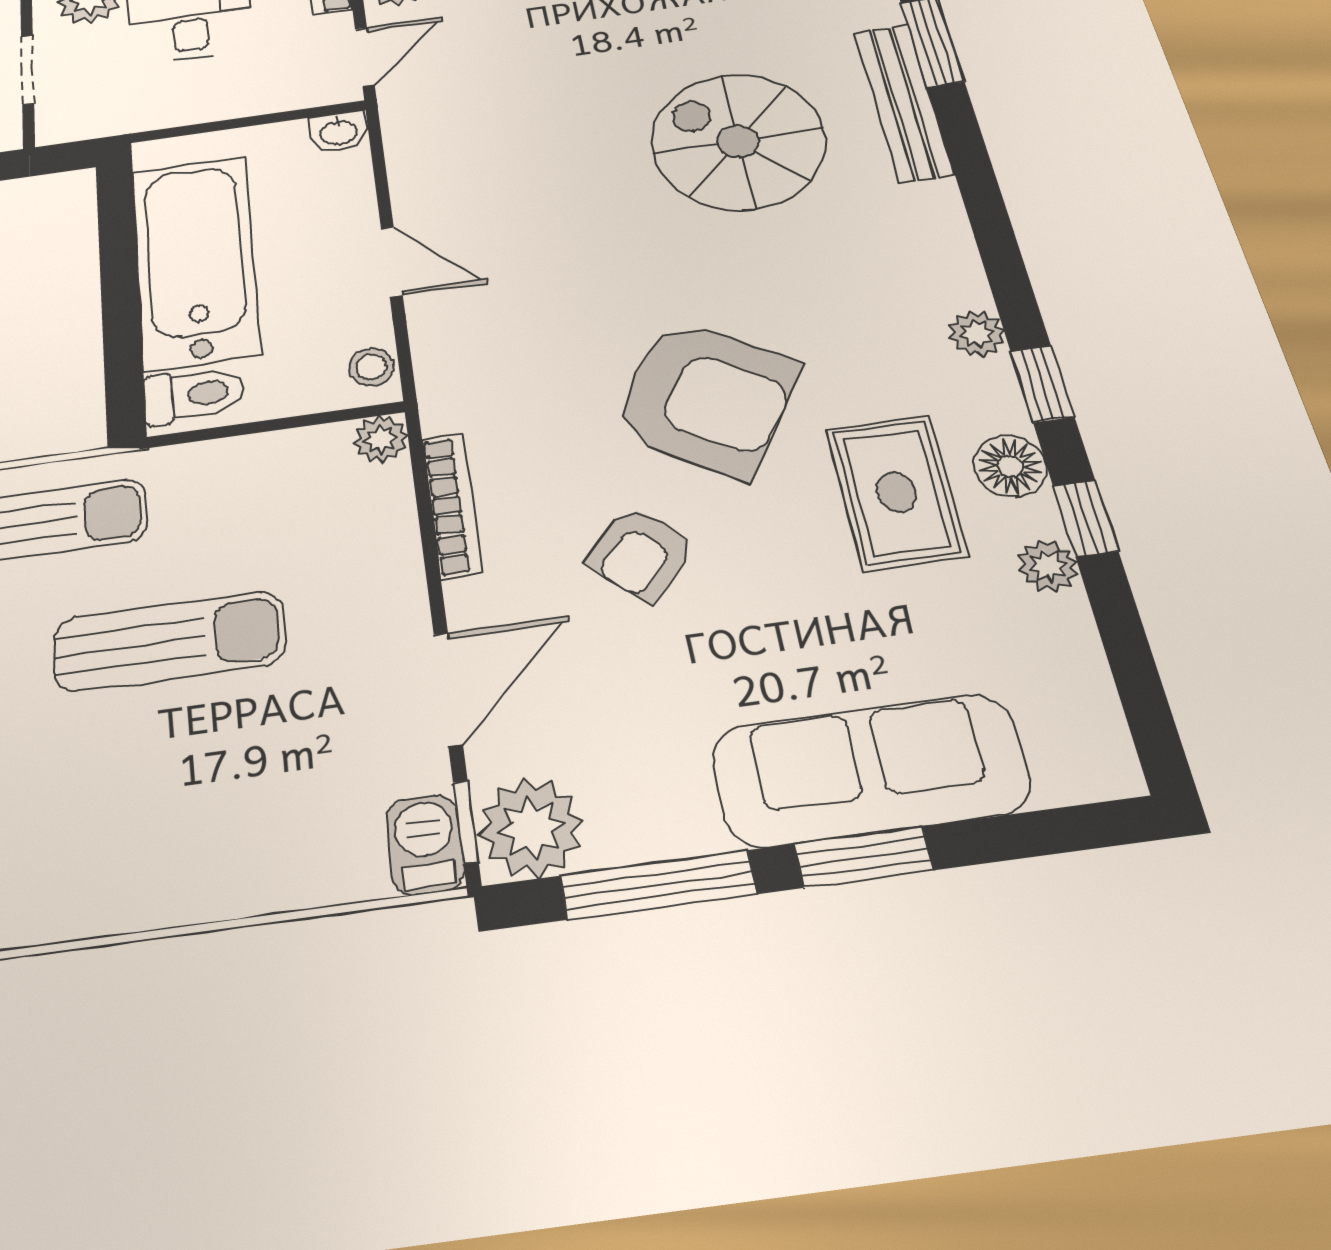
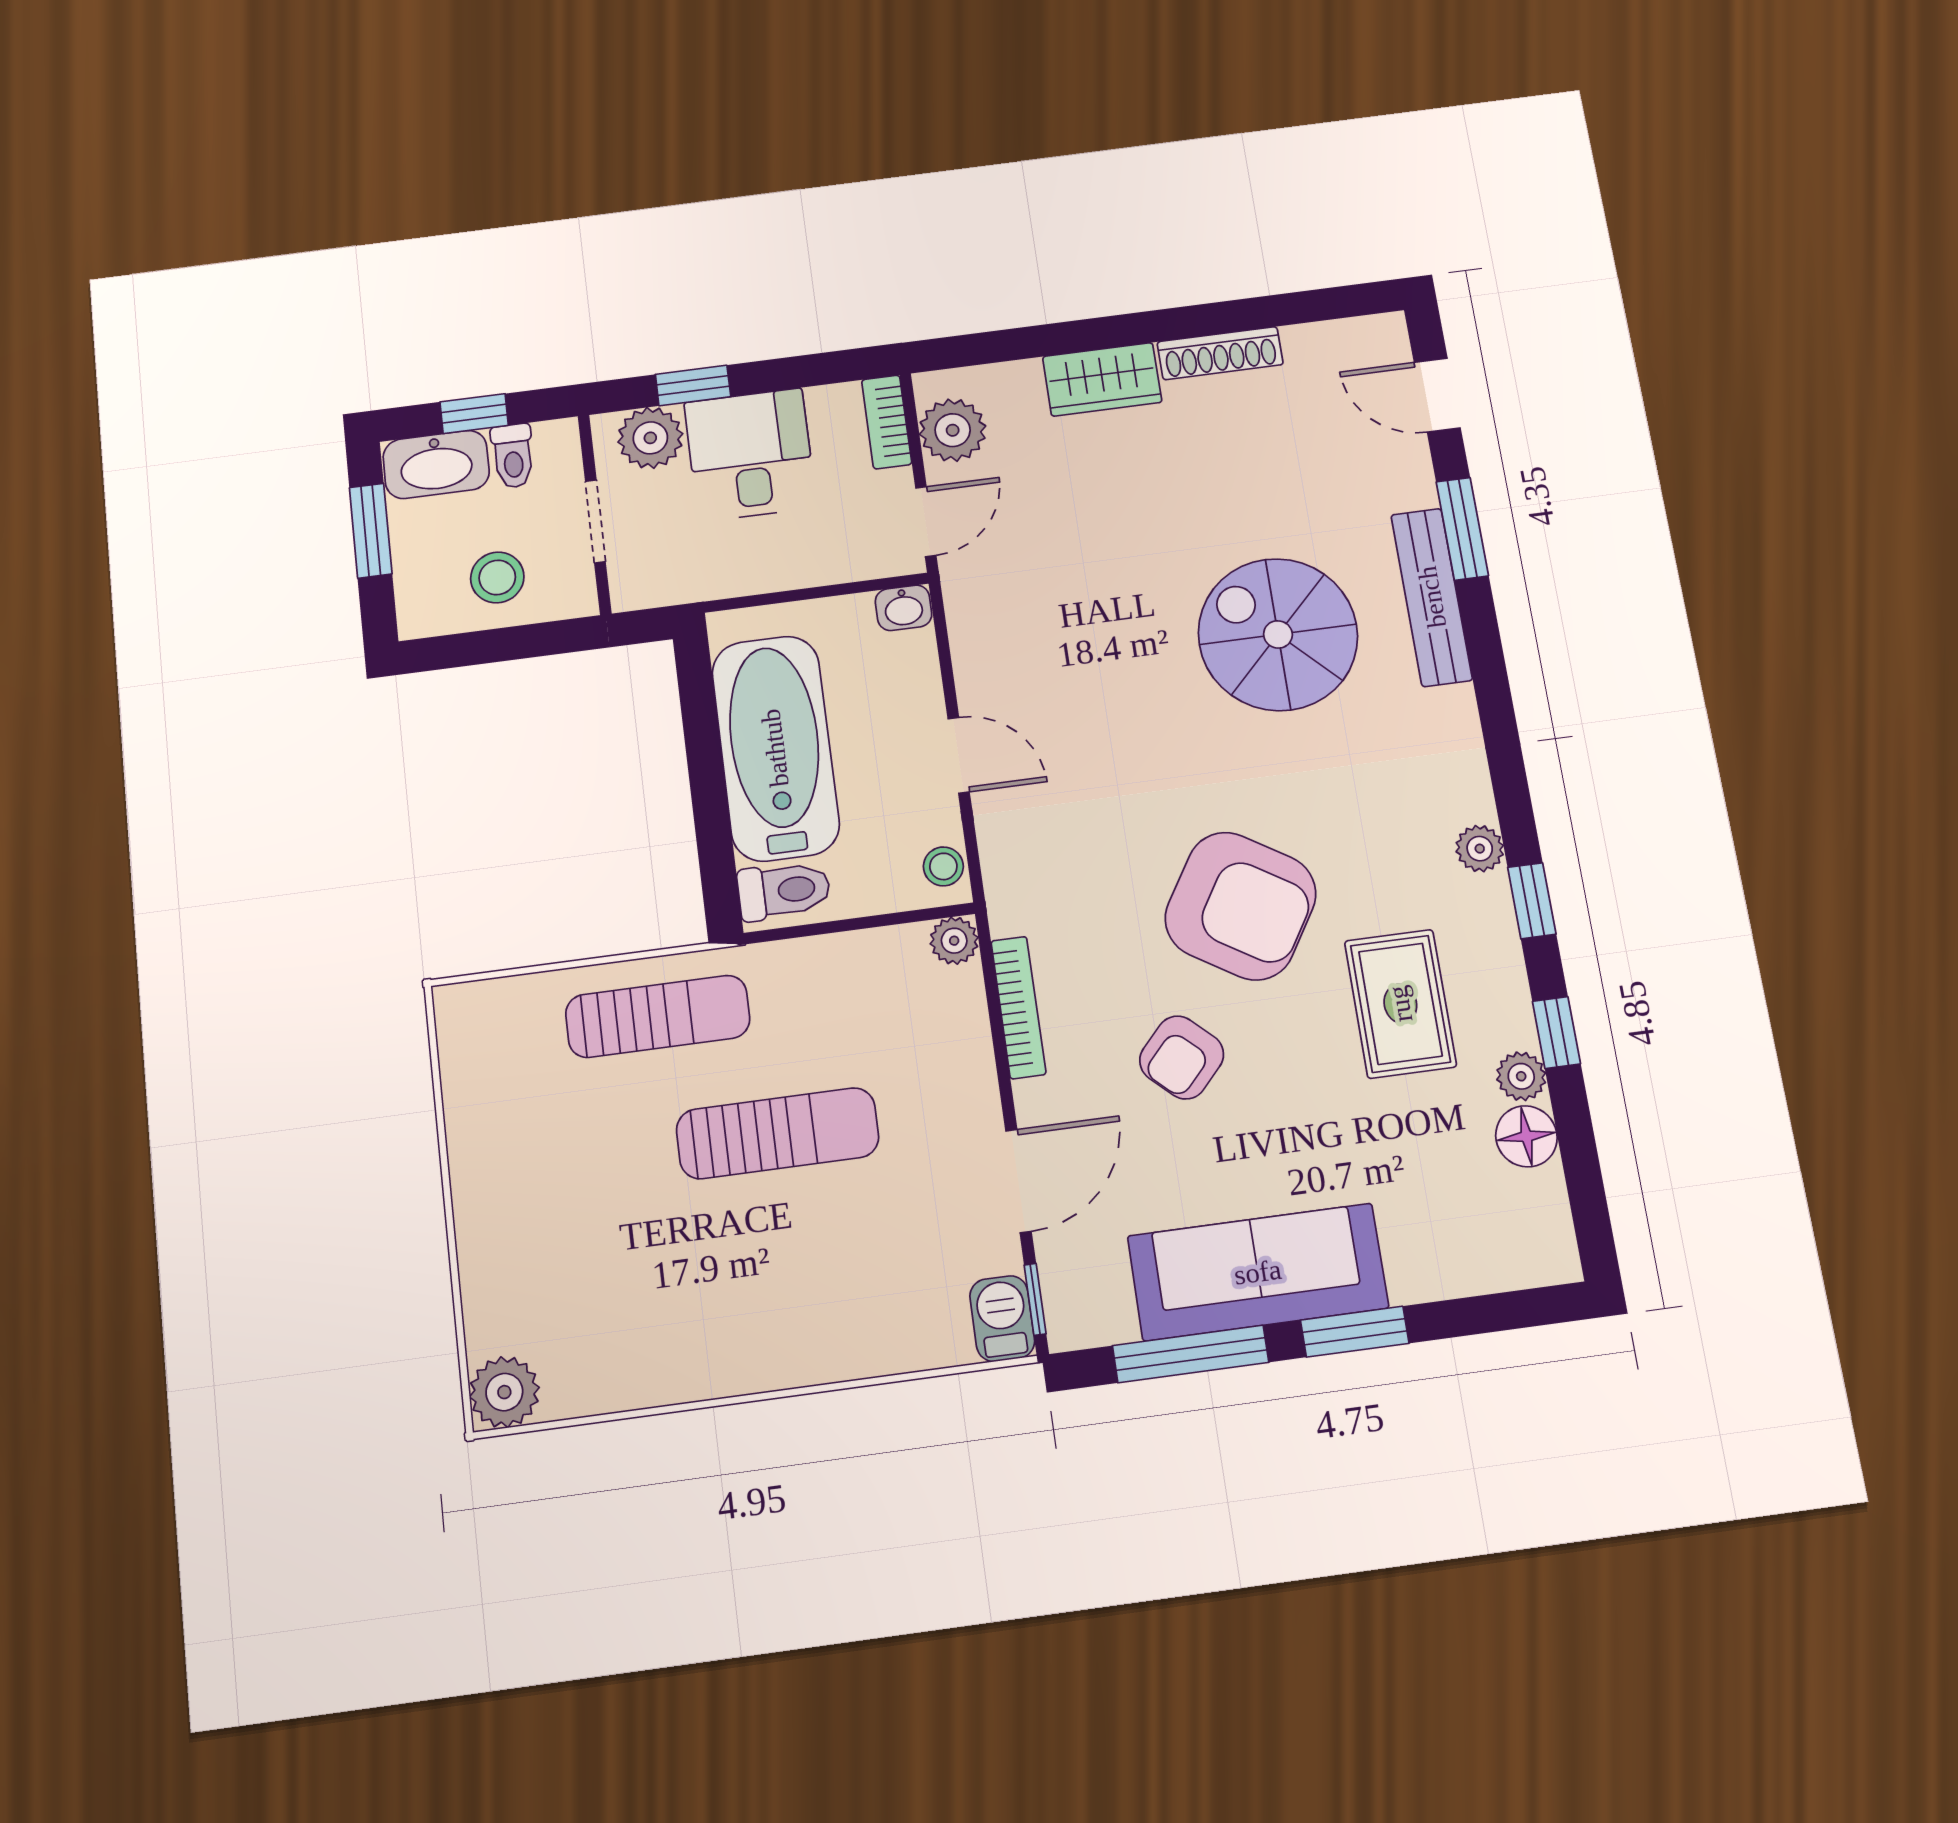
floor lamp: (1010, 466) -> (1526, 1136), moved
sofa: (870, 770) -> (1258, 1272), moved
plant: (531, 828) -> (1089, 1305), removed

